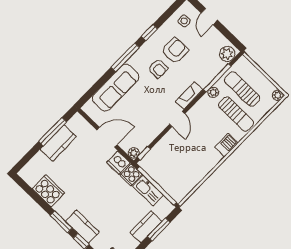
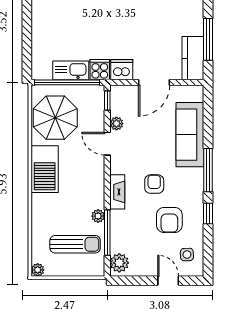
armchair: (158, 68) -> (154, 184), moved, turned 90
sun lounger: (236, 114) -> (59, 217), removed
door: (177, 119) -> (107, 144), moved
kitchen counter: (58, 143) -> (193, 58), moved
barbecue: (226, 145) -> (45, 169), width x1.88, depth x1.53
plant: (134, 153) -> (116, 124), moved
parasol: (183, 172) -> (55, 118), added
kitchen counter: (146, 227) -> (41, 36), removed
window: (159, 229) -> (27, 45), removed

